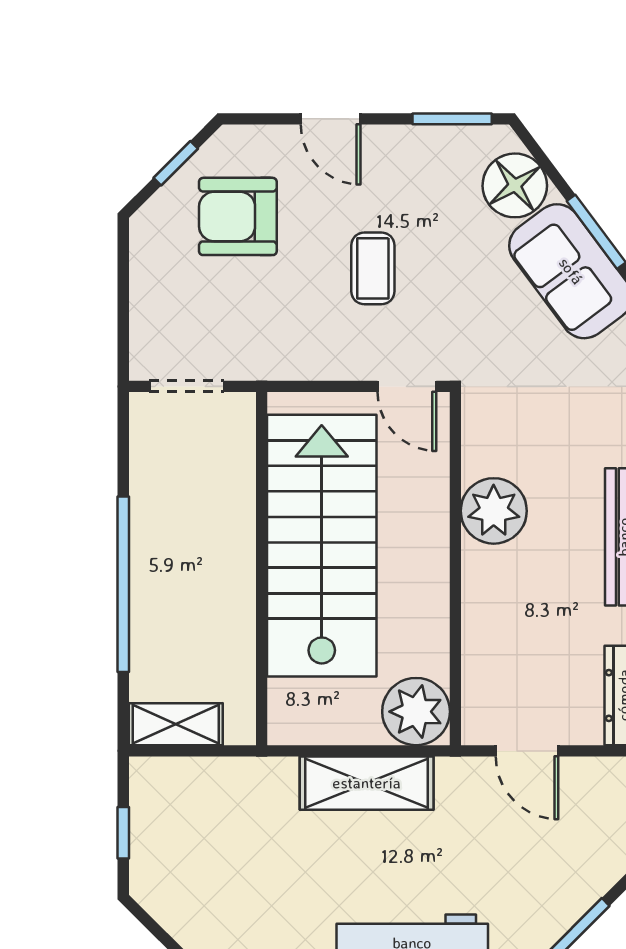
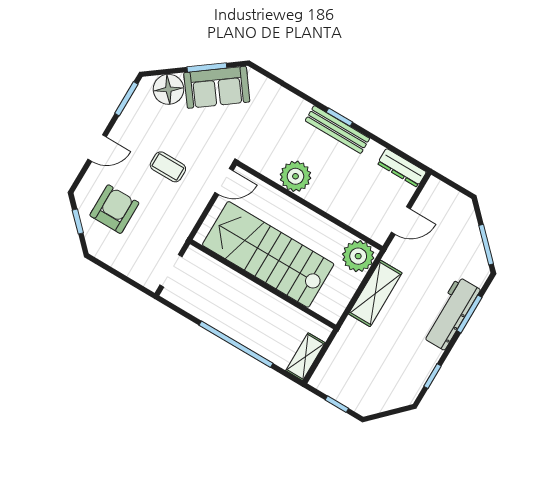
armchair: (238, 216) -> (114, 209), turned 180

